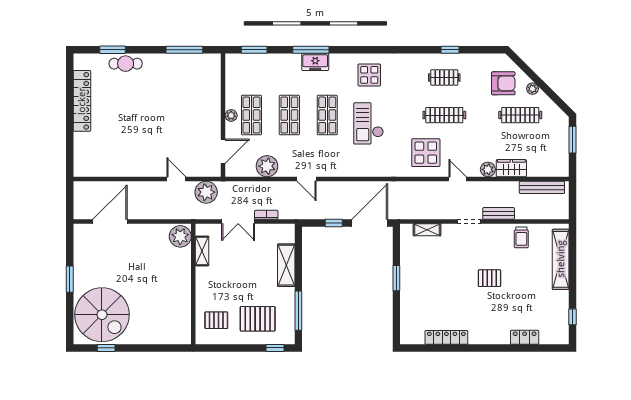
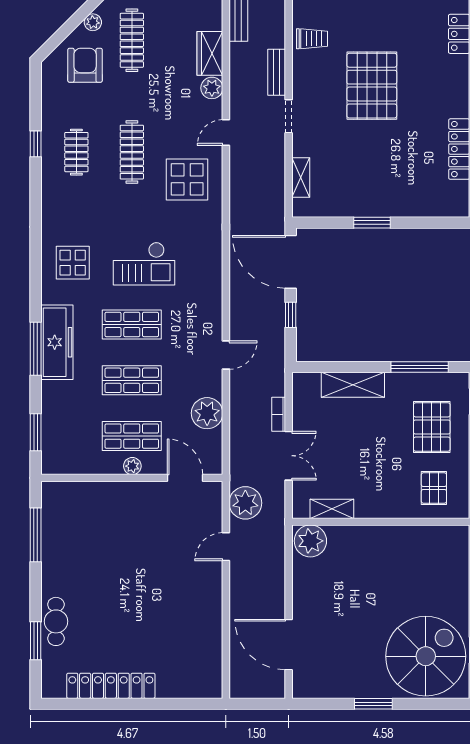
freezer: (315, 62) -> (57, 342), width x1.91, depth x1.26
pallet: (489, 278) -> (372, 86), width x2.05, depth x2.00

